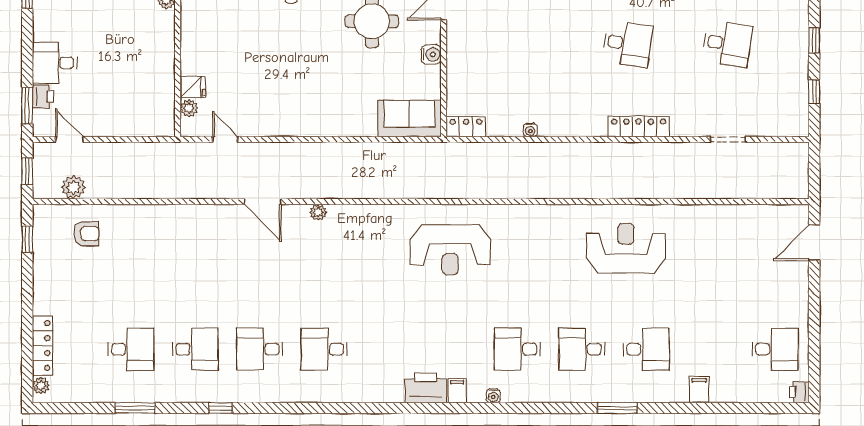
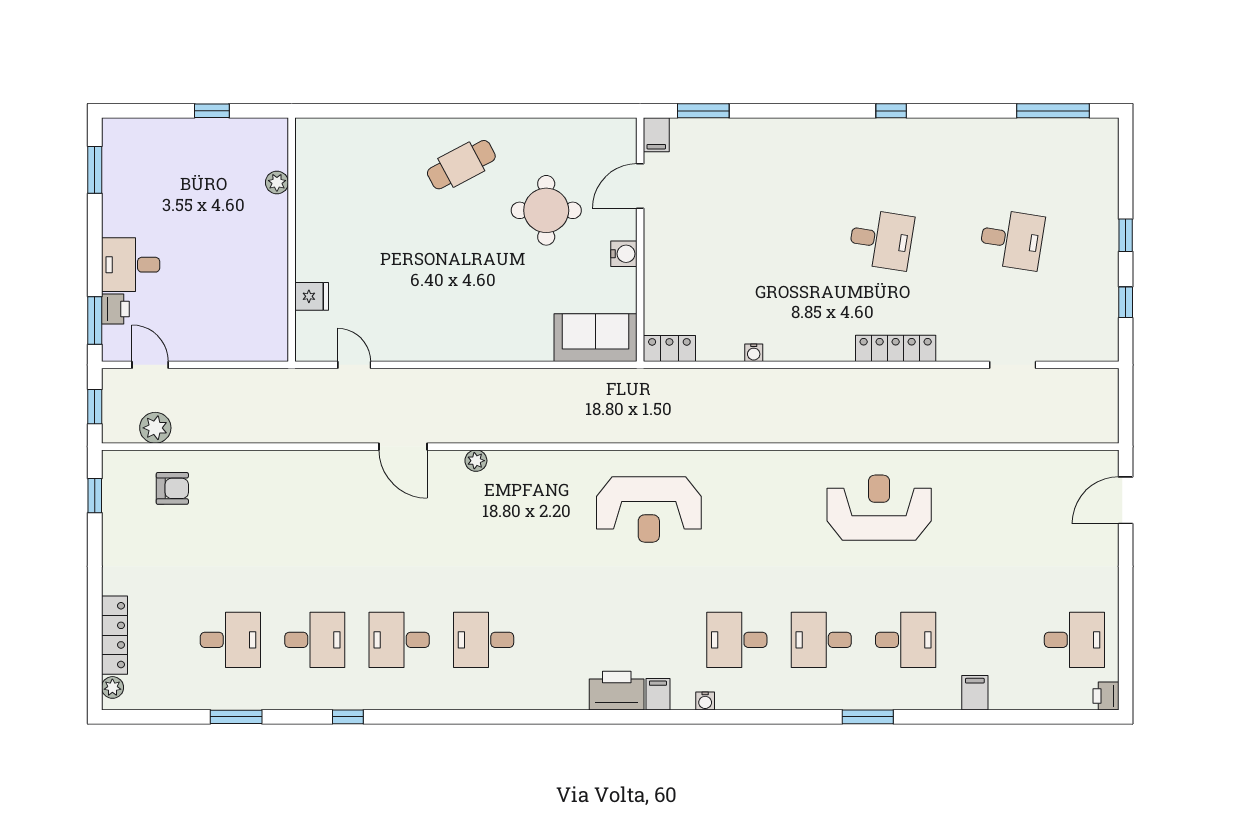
plant: (189, 108) -> (307, 324), removed

